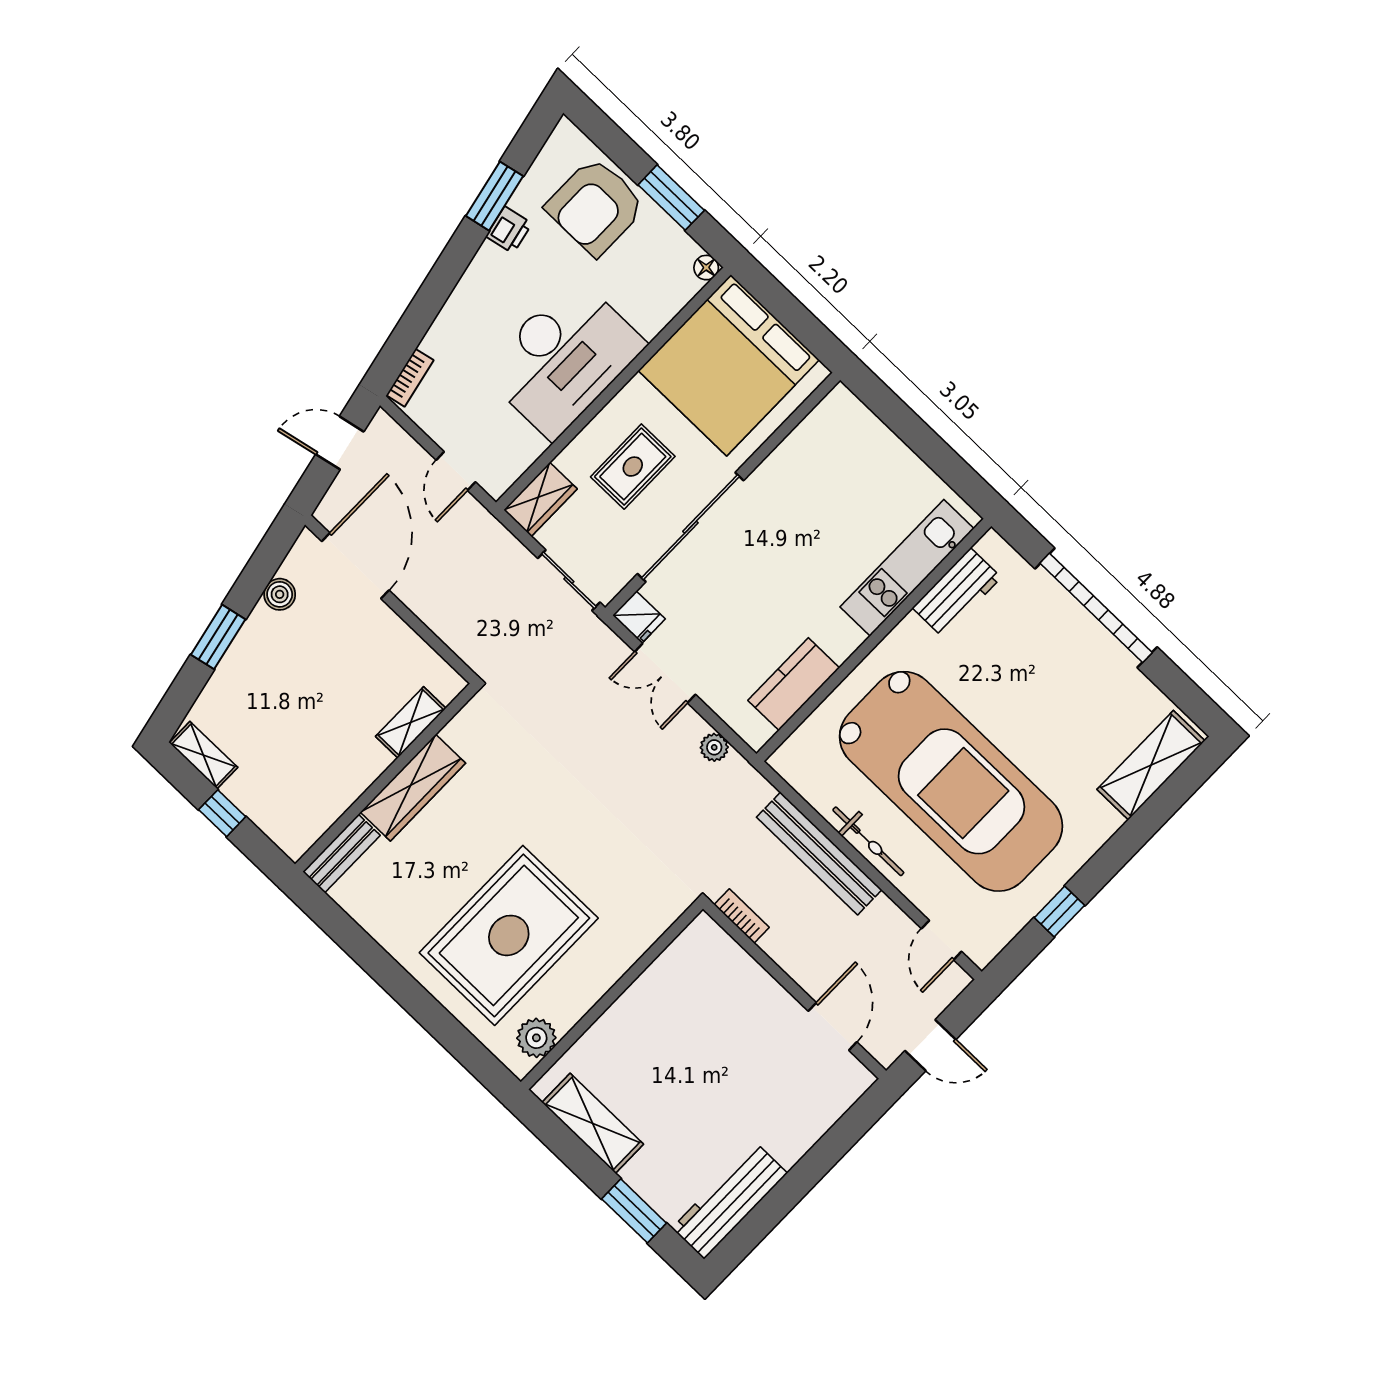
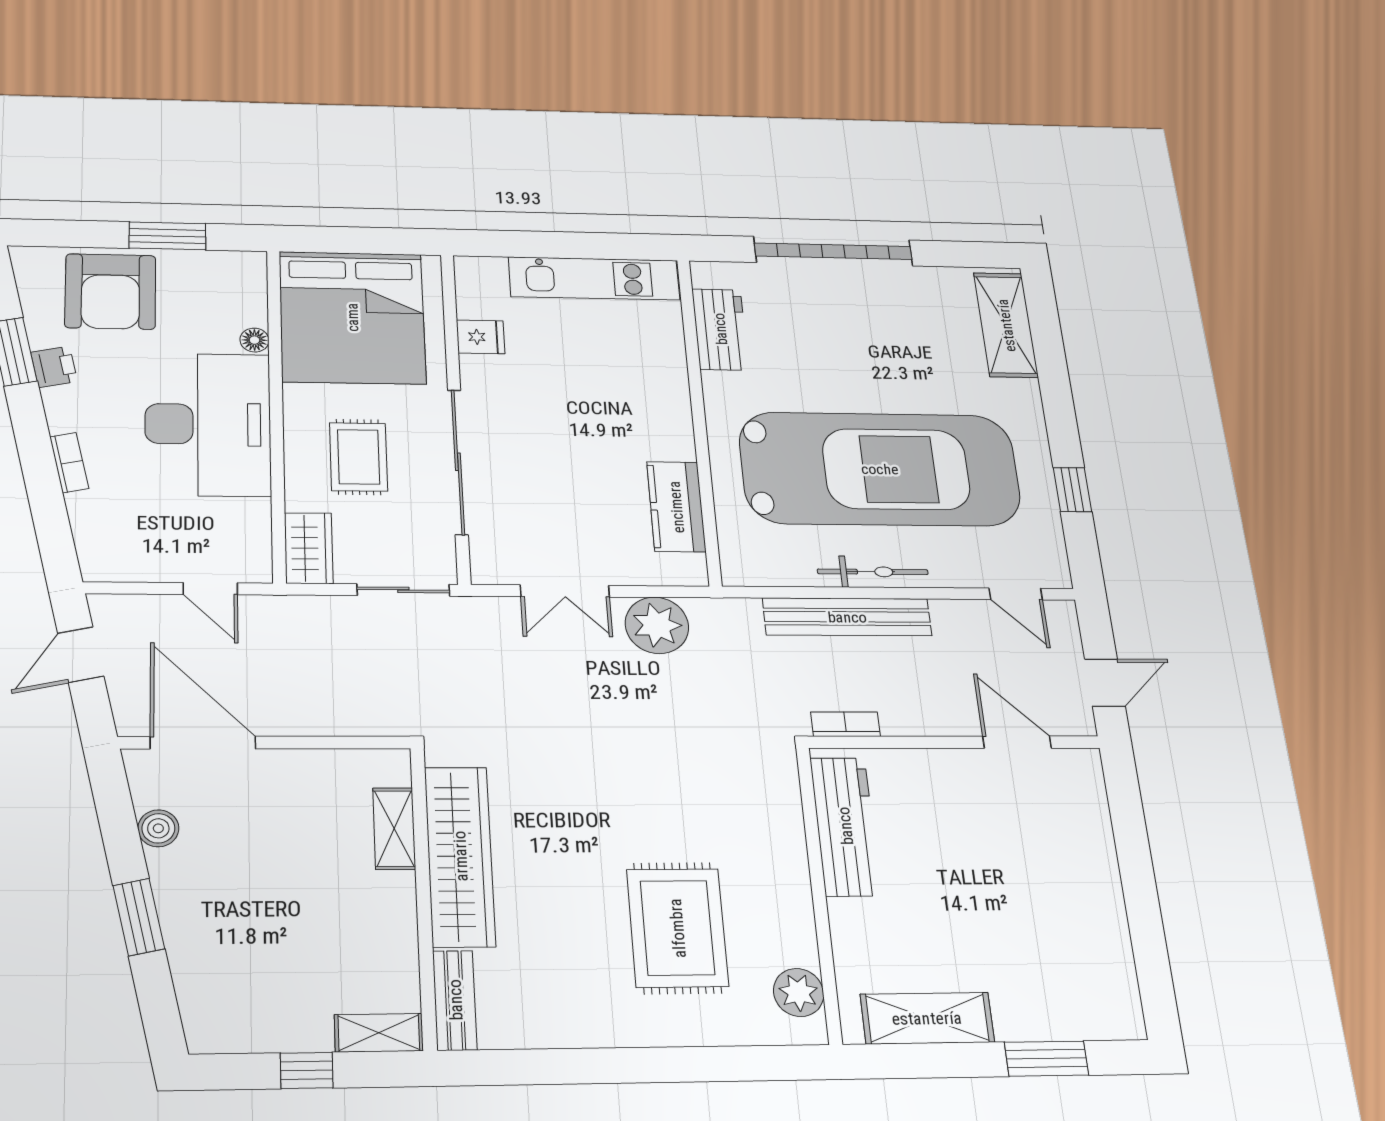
floor lamp: (706, 268) -> (254, 340), moved
bookcase: (410, 378) -> (69, 463), moved
kitchen unit: (907, 568) -> (594, 278), moved, turned -90
fridge: (639, 617) -> (481, 337), moved
plant: (714, 747) -> (657, 625), width x1.87, depth x1.87
shelving: (203, 755) -> (379, 1033), moved
wardrobe: (413, 788) -> (460, 856), width x1.40, depth x1.17
rug: (509, 935) -> (677, 928), width x0.73, depth x0.69
workbench: (730, 1201) -> (845, 826), moved, turned 180

